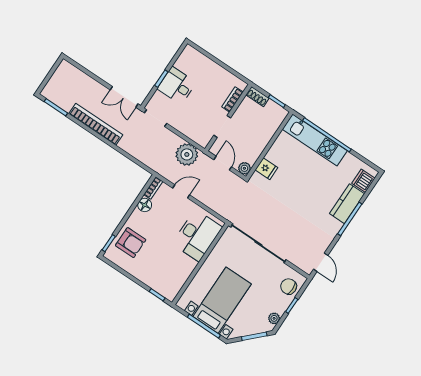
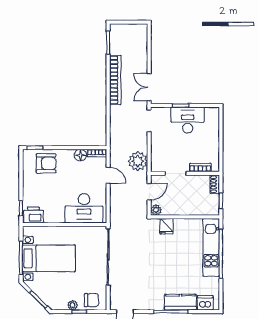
desk: (177, 86) -> (188, 120), width x1.37
armchair: (131, 243) -> (46, 163), turned -90
chair: (289, 286) -> (91, 300), turned 90
printer: (171, 287) -> (33, 215), added
plant: (274, 318) -> (73, 305), moved

